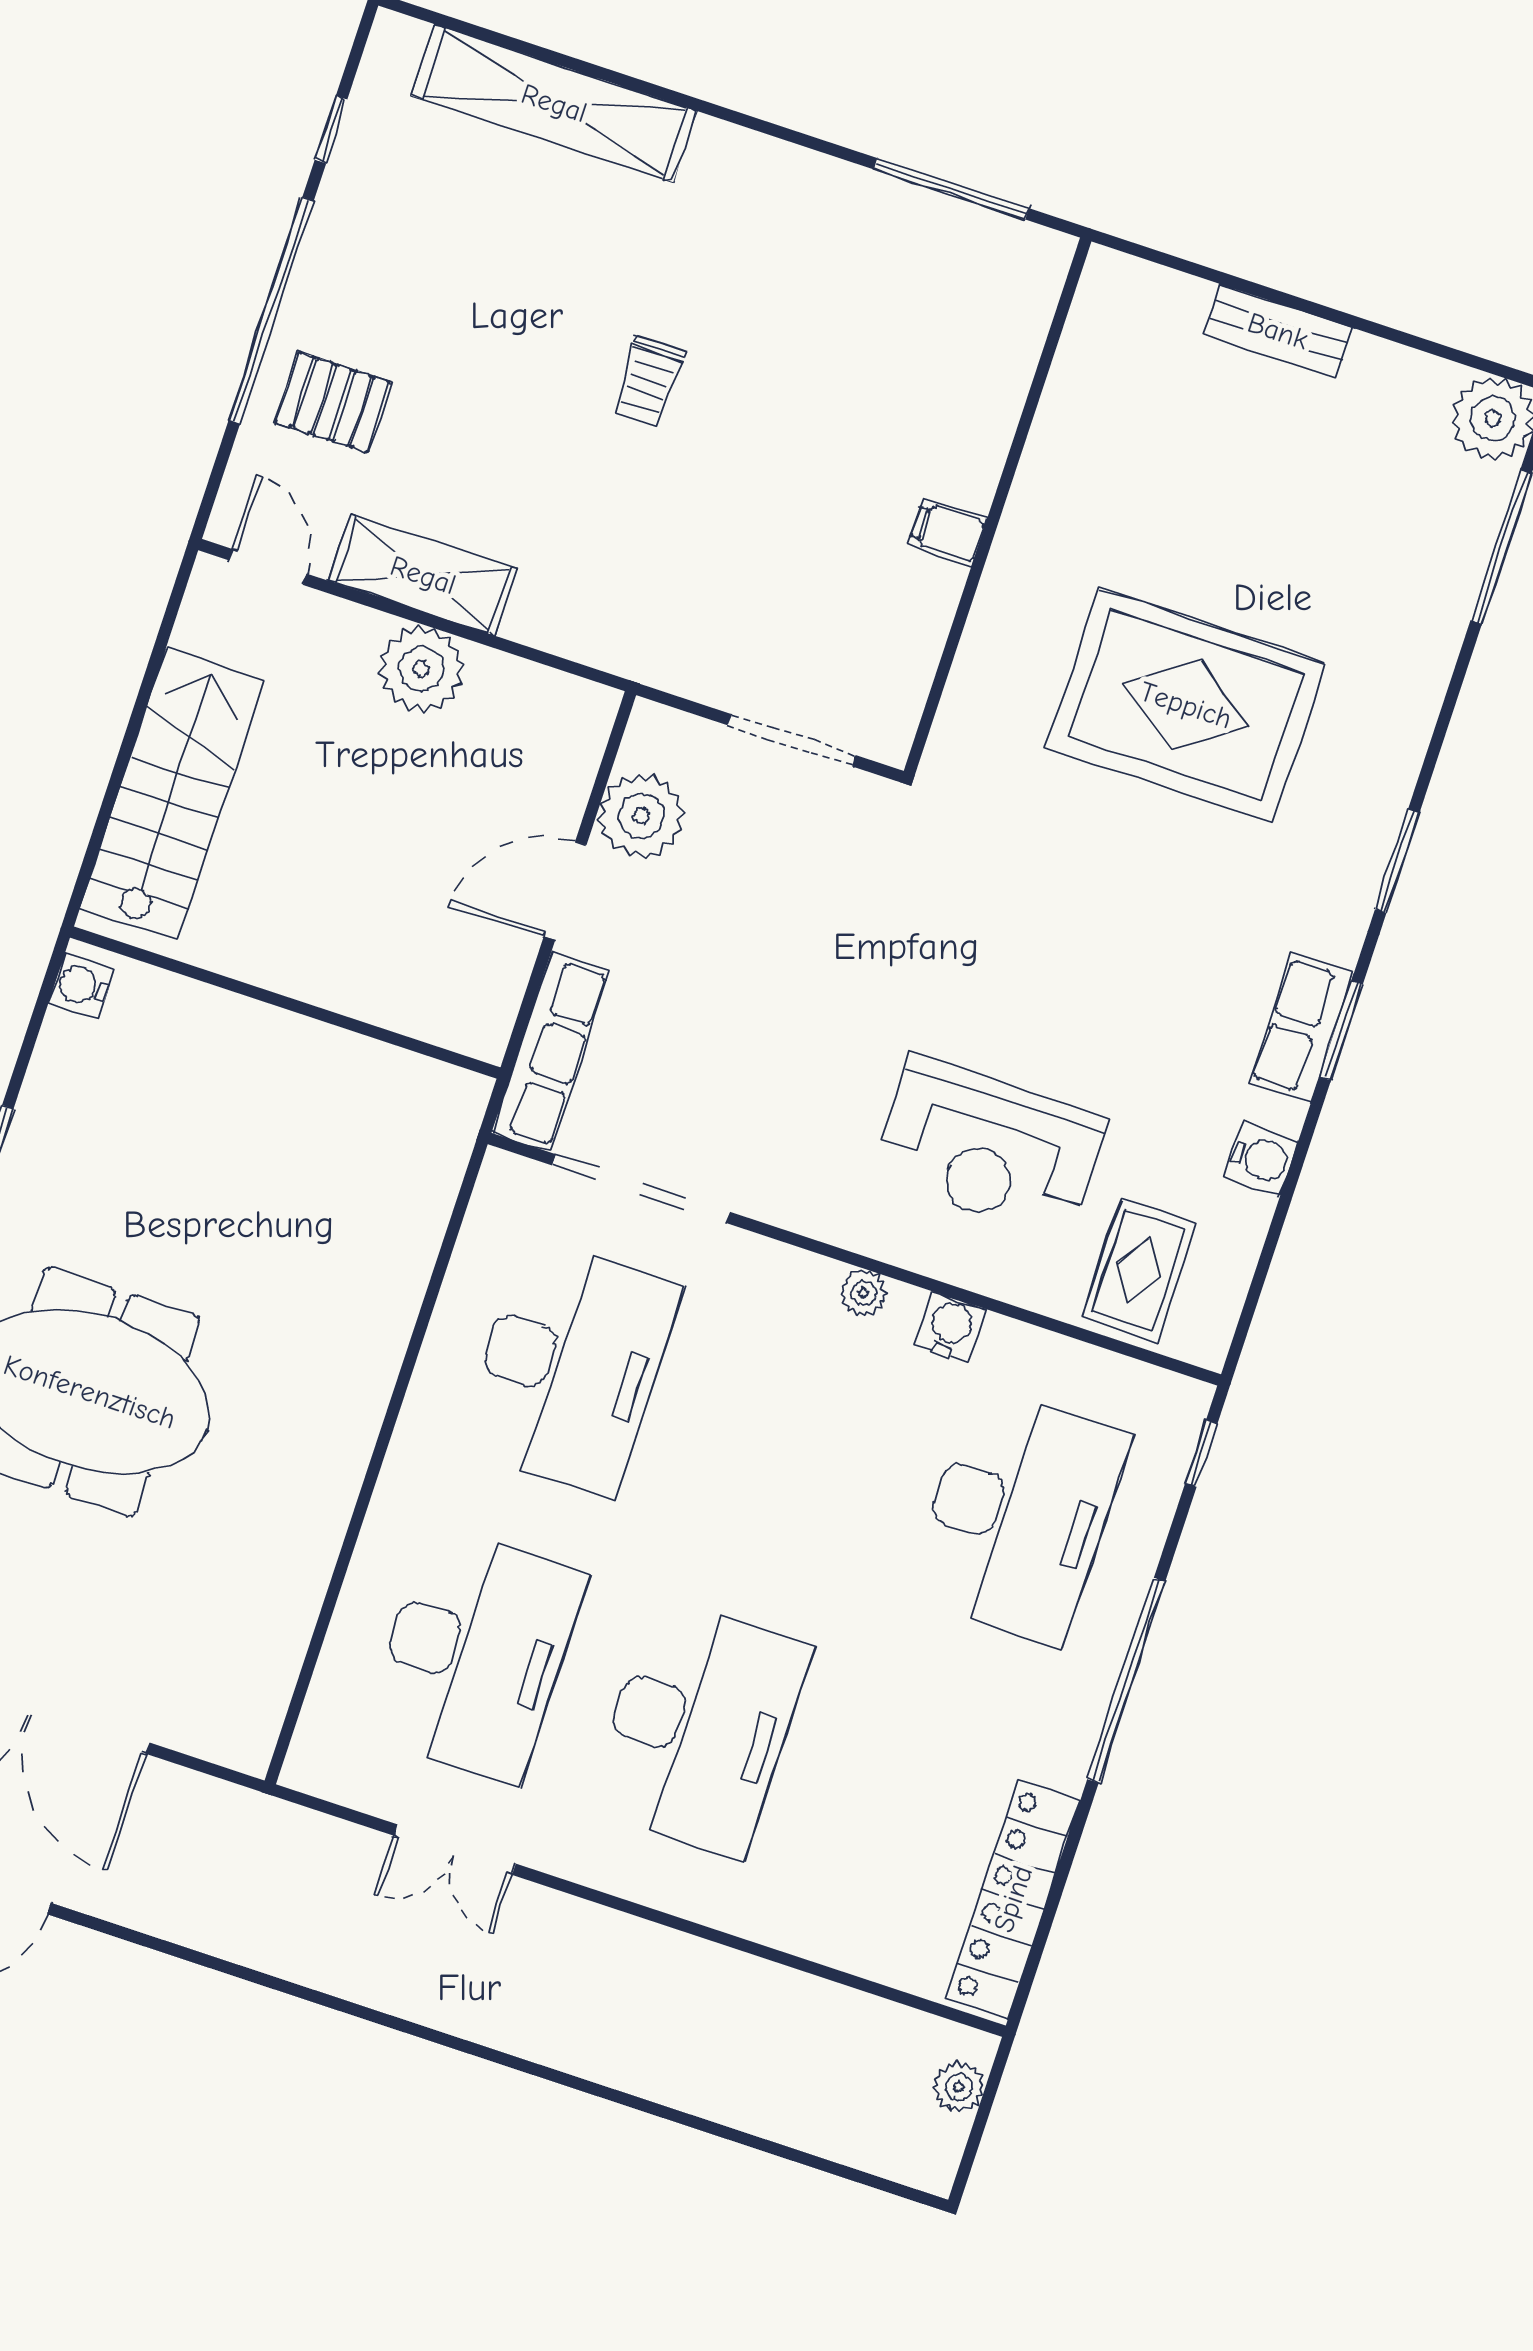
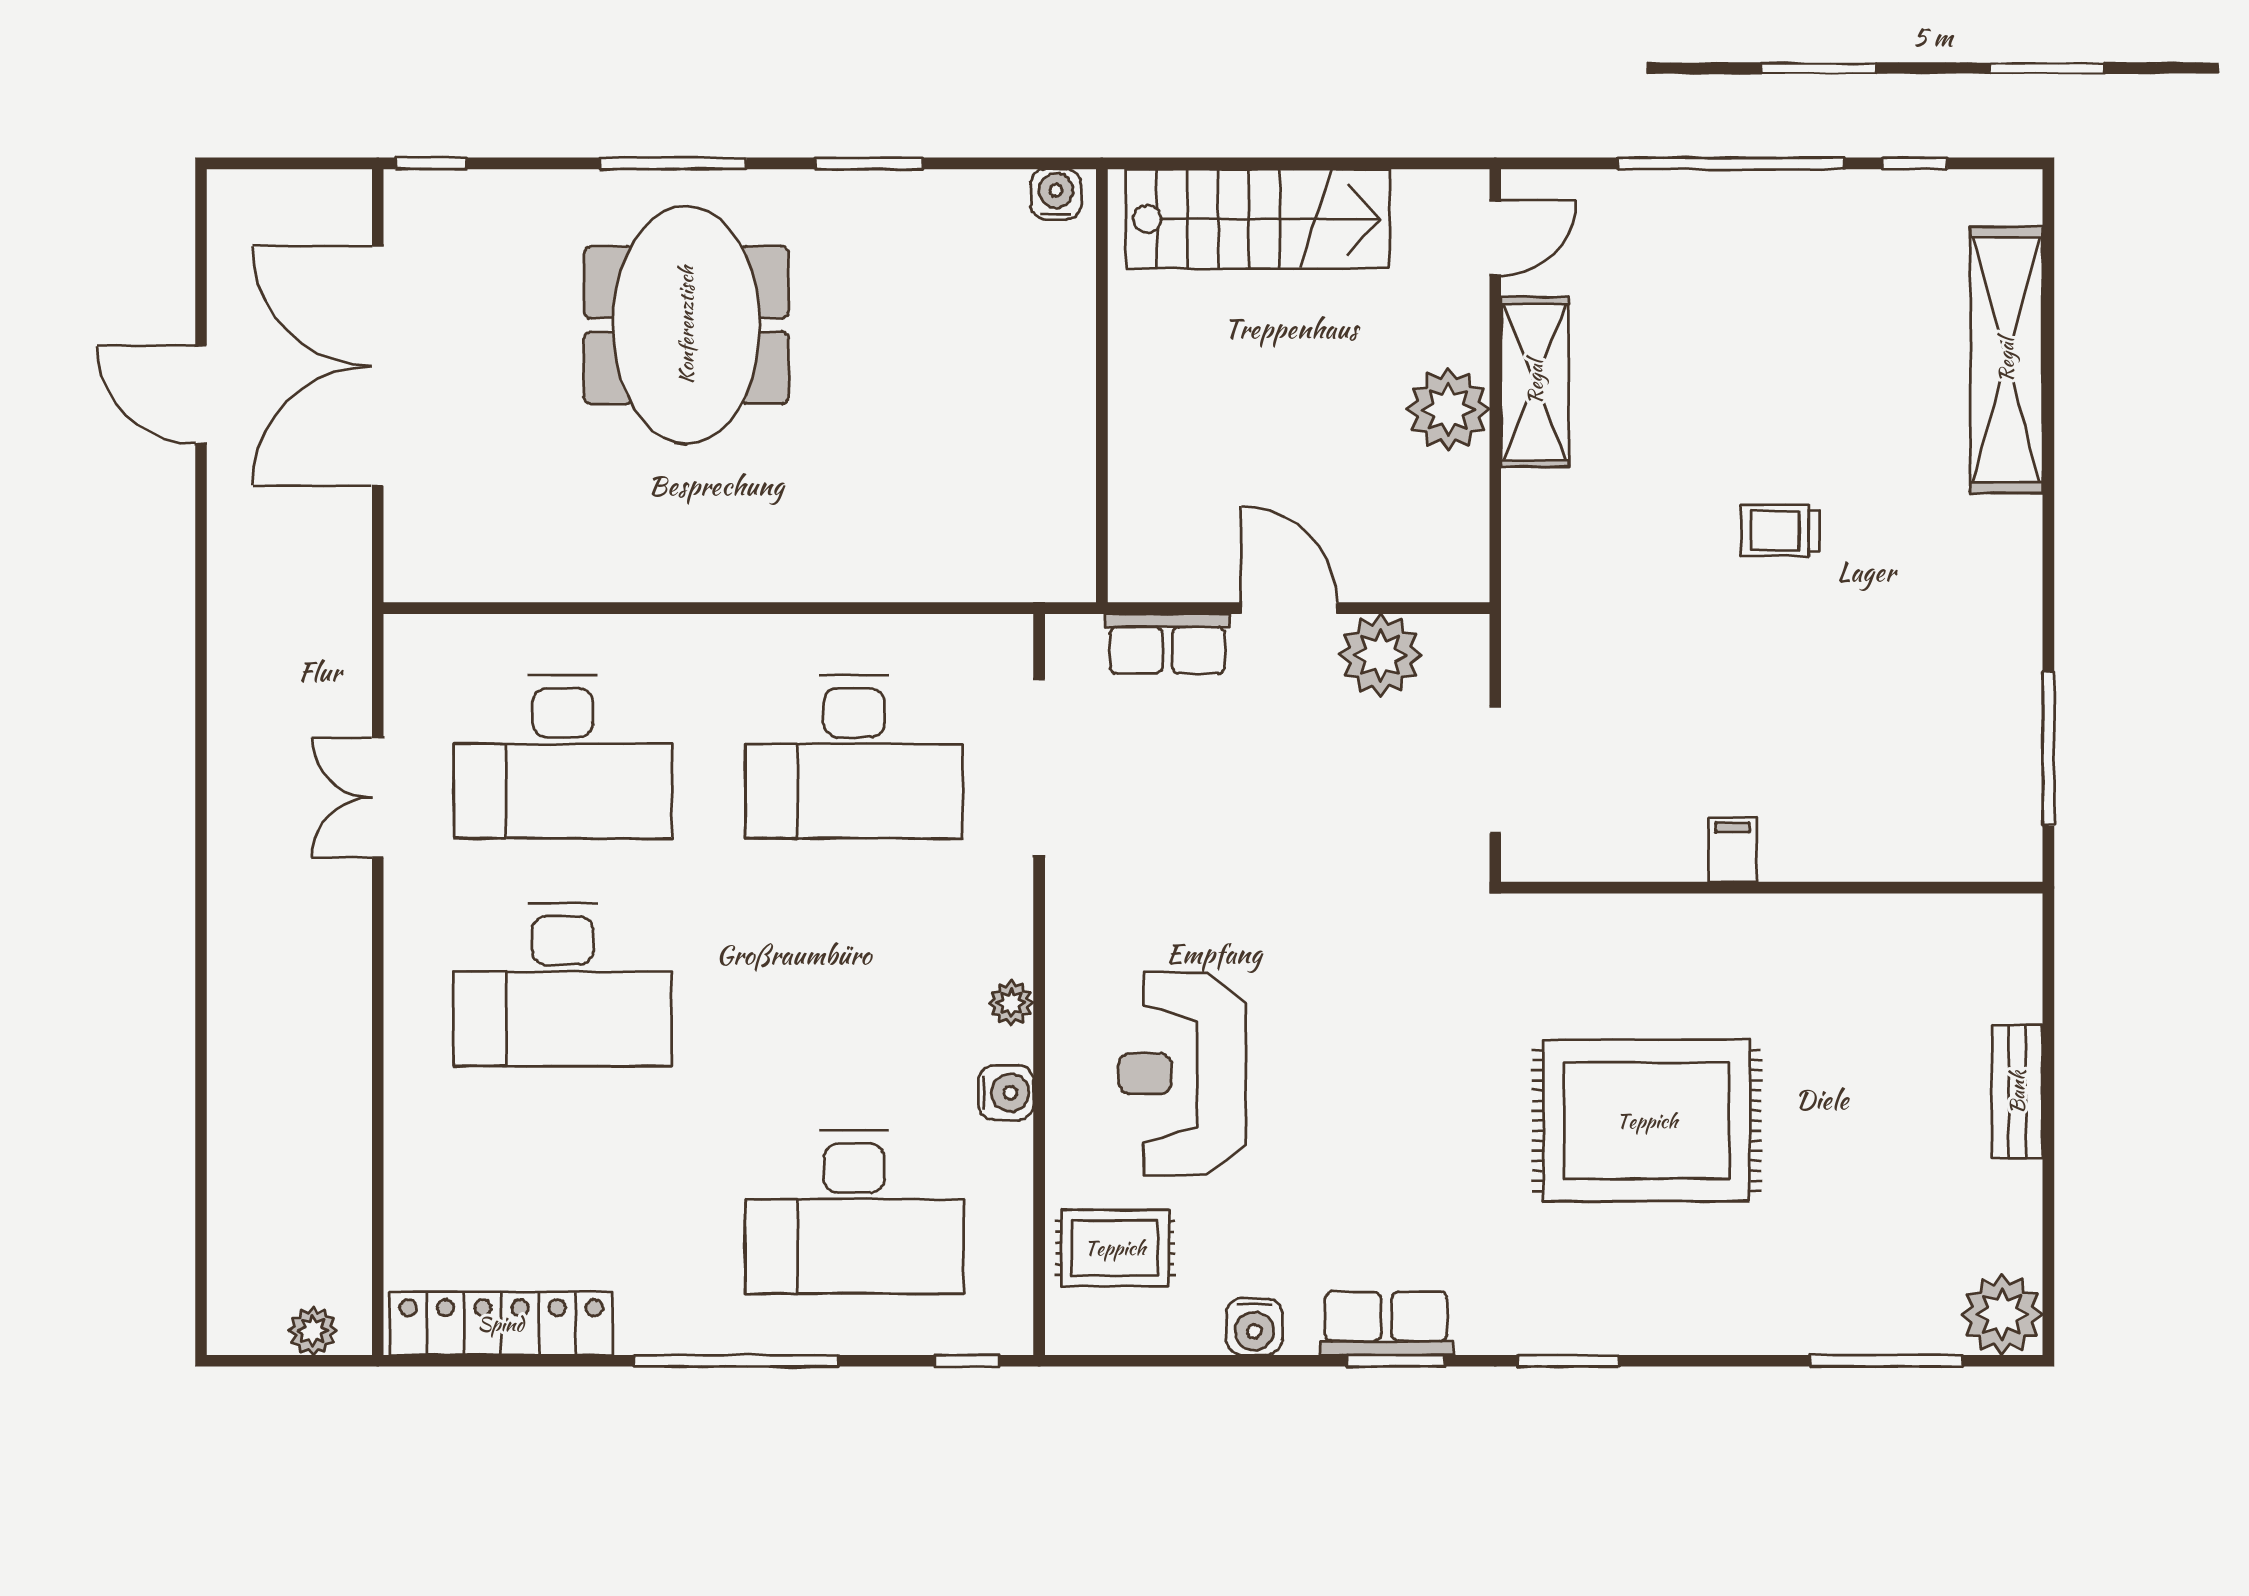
pallet: (333, 402) -> (1666, 248), removed
rug: (1186, 705) -> (1647, 1121), turned 90
row of seats: (551, 1051) -> (1167, 644), width x0.68

